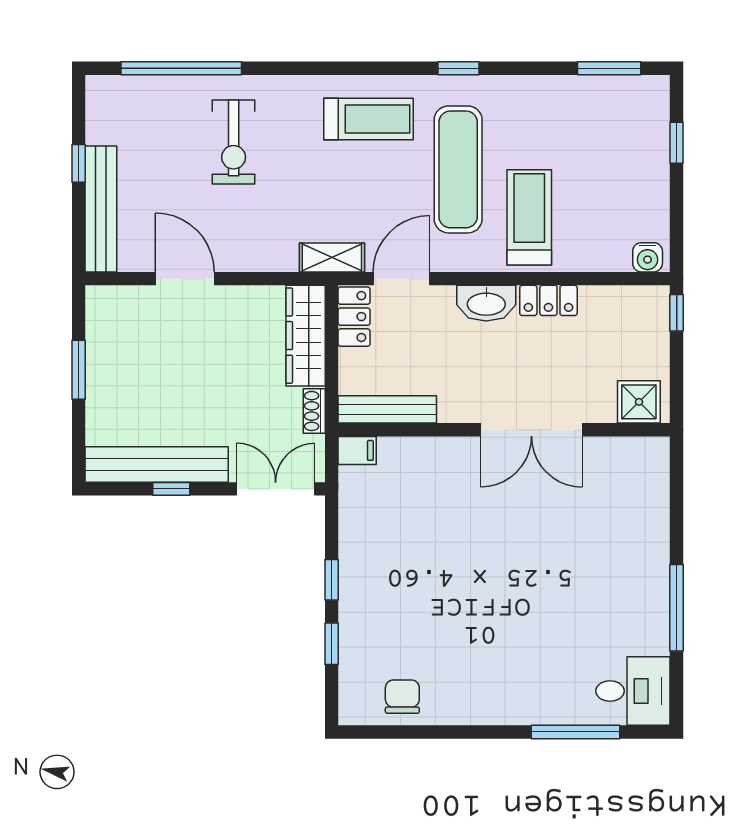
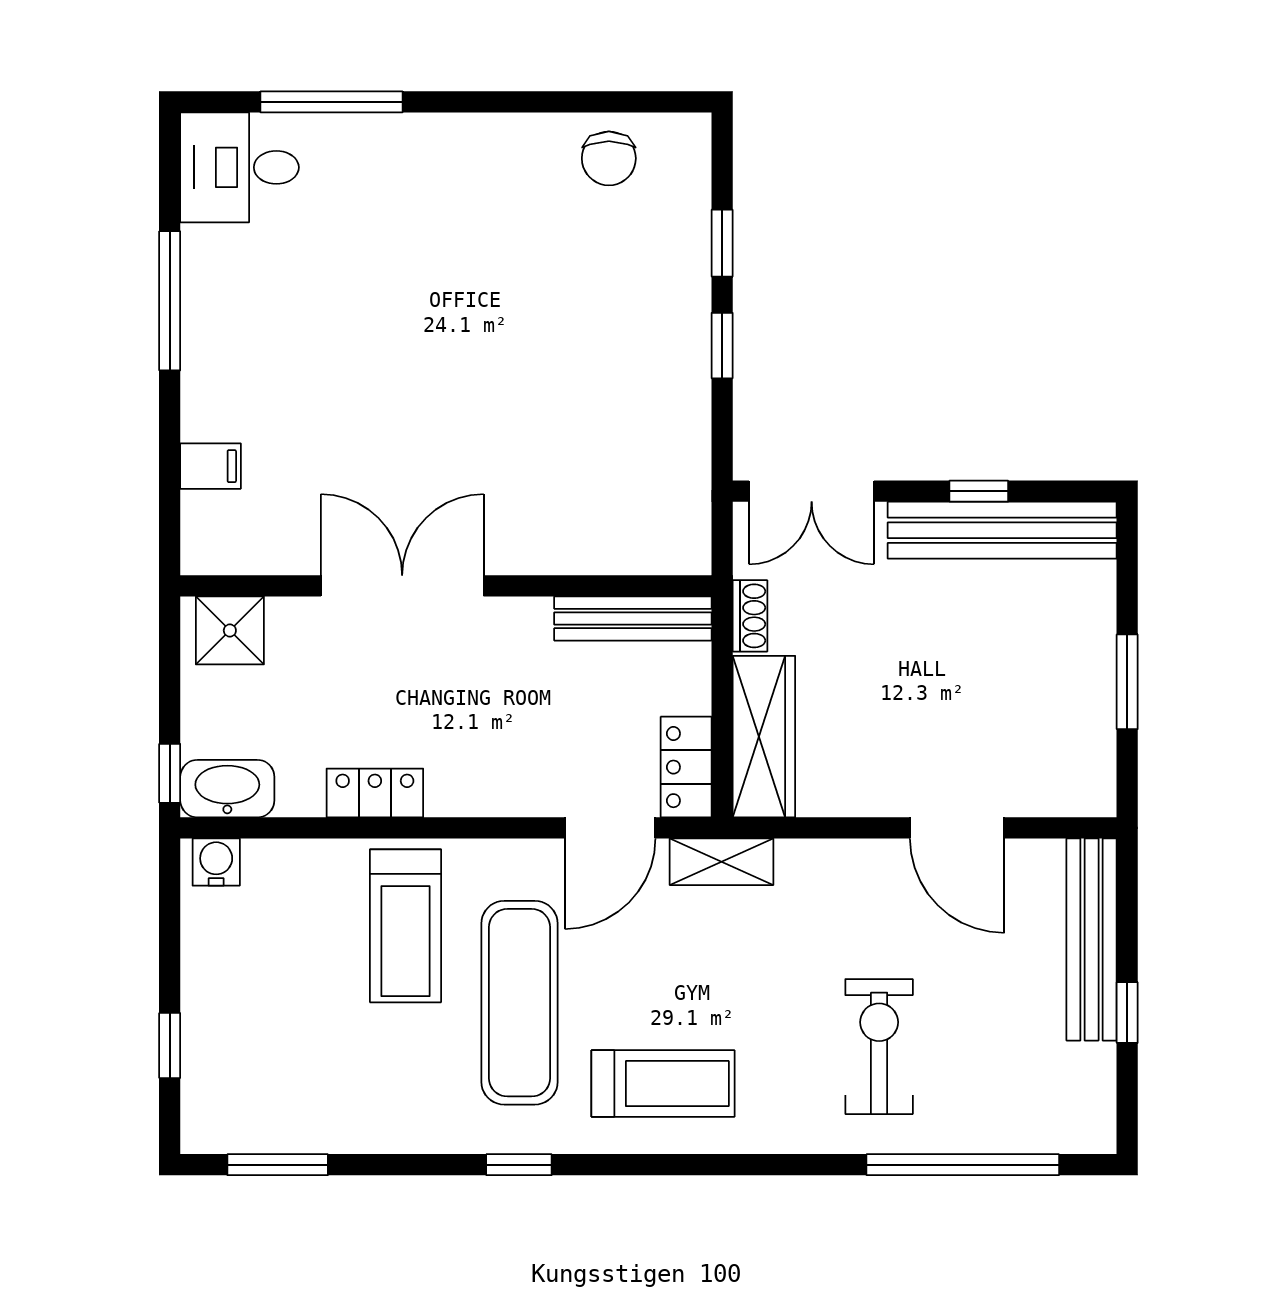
treadmill: (369, 119) -> (663, 1084), turned 180
washbasin: (486, 303) -> (227, 789), moved
filing cabinet: (357, 450) -> (211, 466), moved, turned 180

